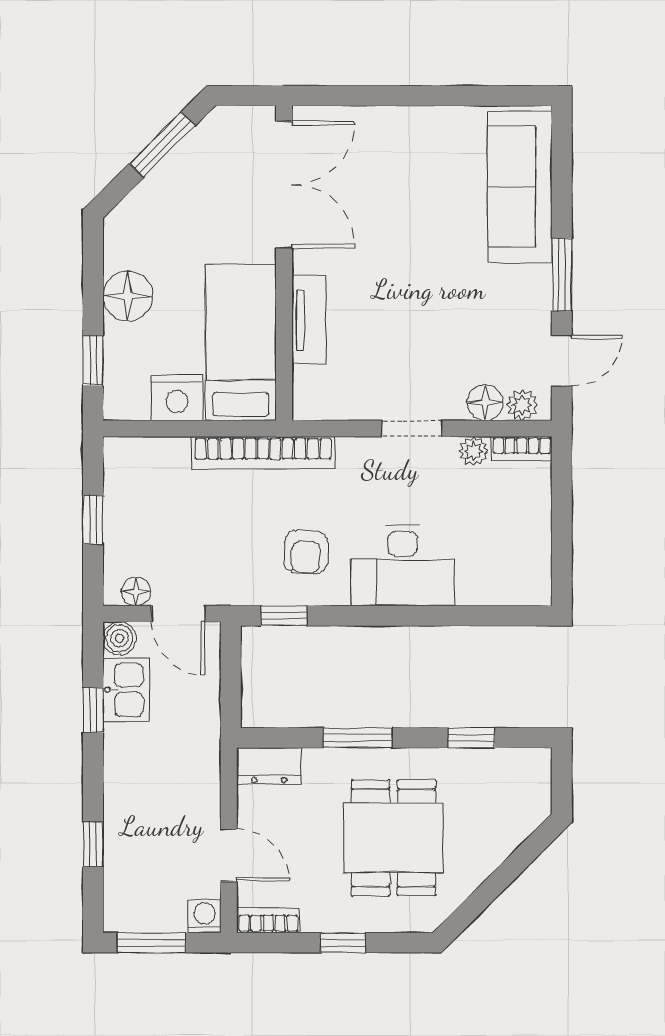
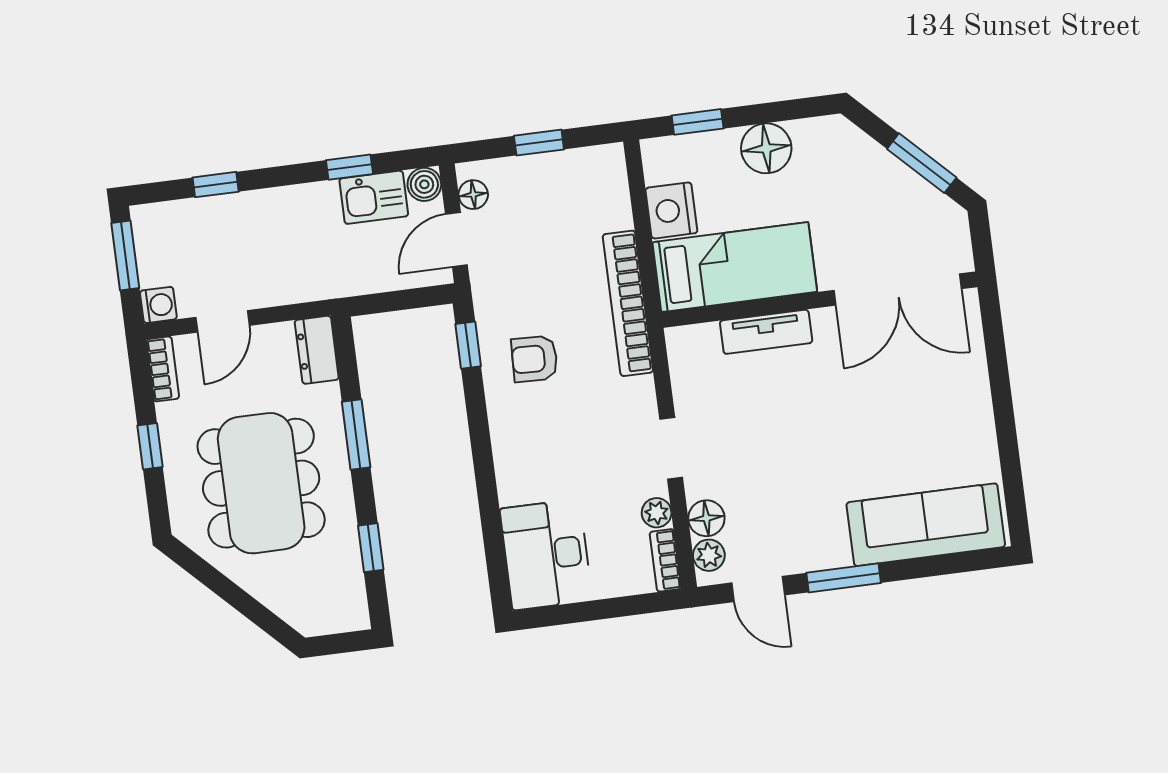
desk: (403, 566) -> (546, 555), moved
dining table: (394, 838) -> (261, 483), width x1.38

